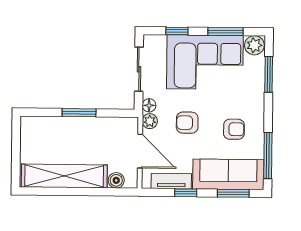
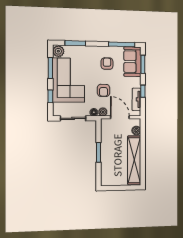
door: (140, 151) -> (120, 117), hinge flipped
sofa: (228, 174) -> (132, 62), width x0.73

